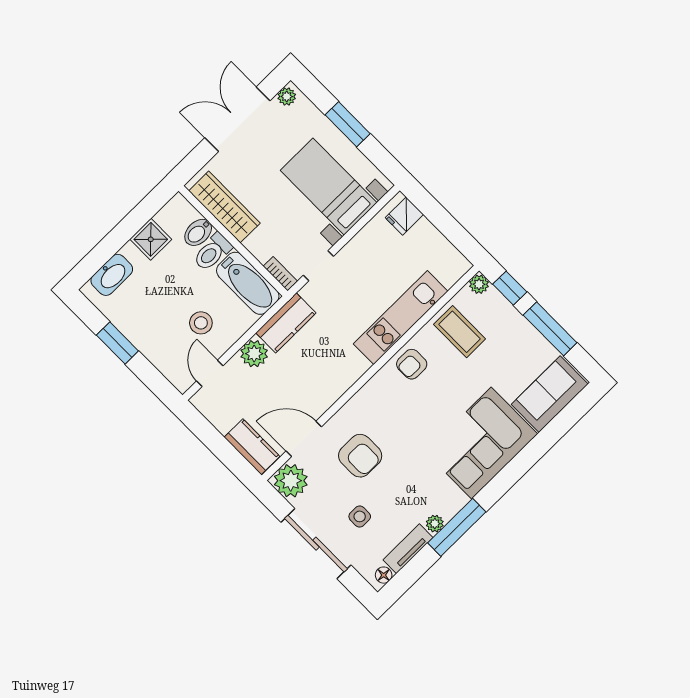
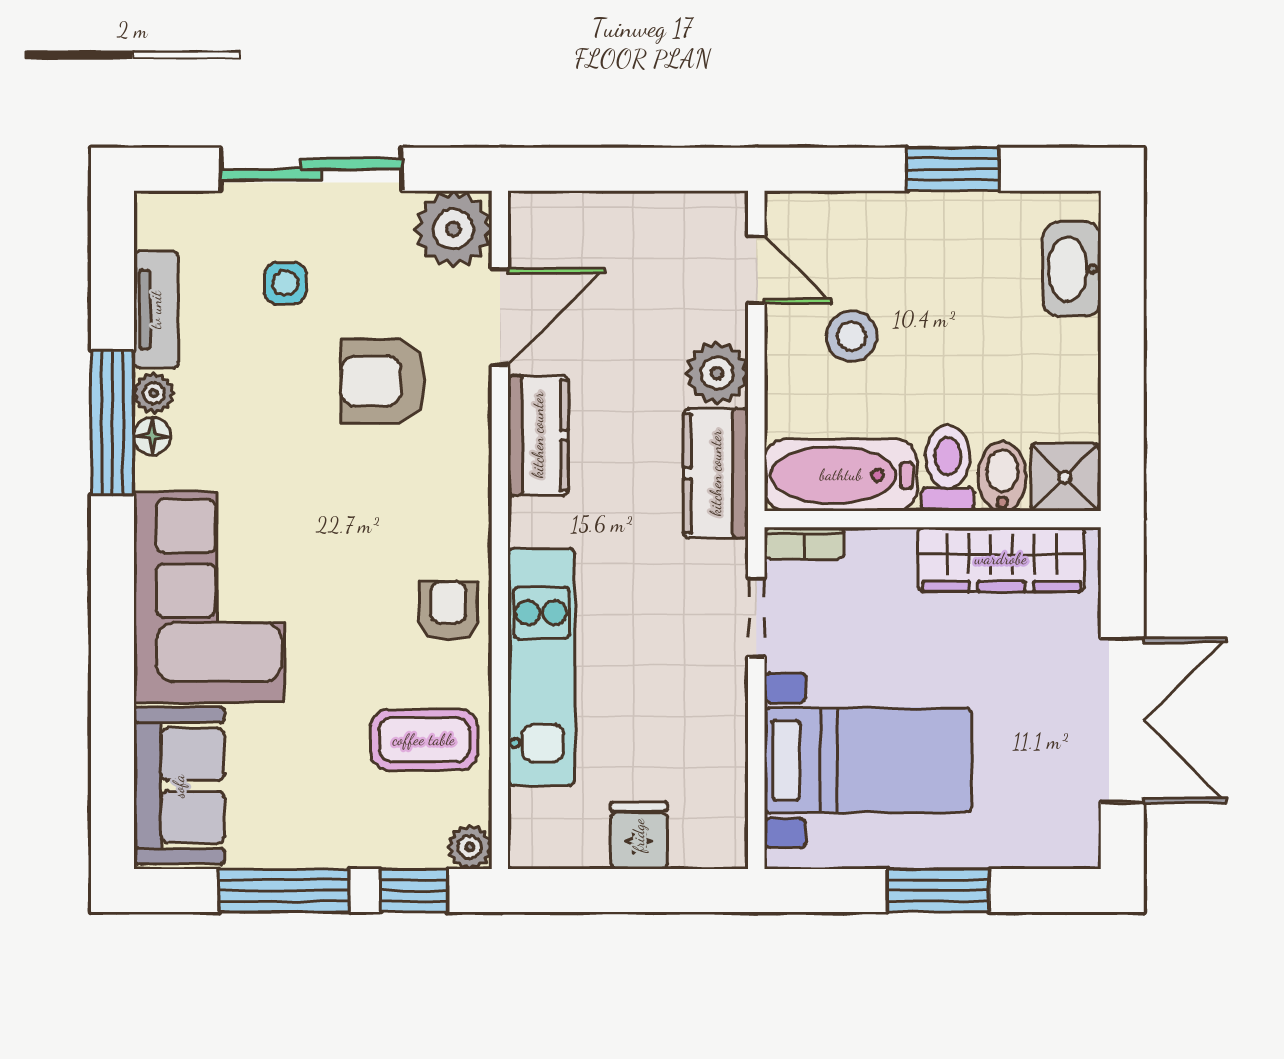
plant: (287, 96) -> (1080, 837), removed
fridge: (404, 216) -> (639, 835), moved
shower: (151, 239) -> (1065, 477), moved
kitchen counter: (252, 447) -> (538, 435), moved, turned -90
floor lamp: (384, 575) -> (152, 436), moved

